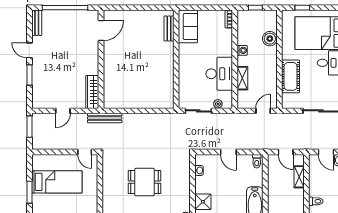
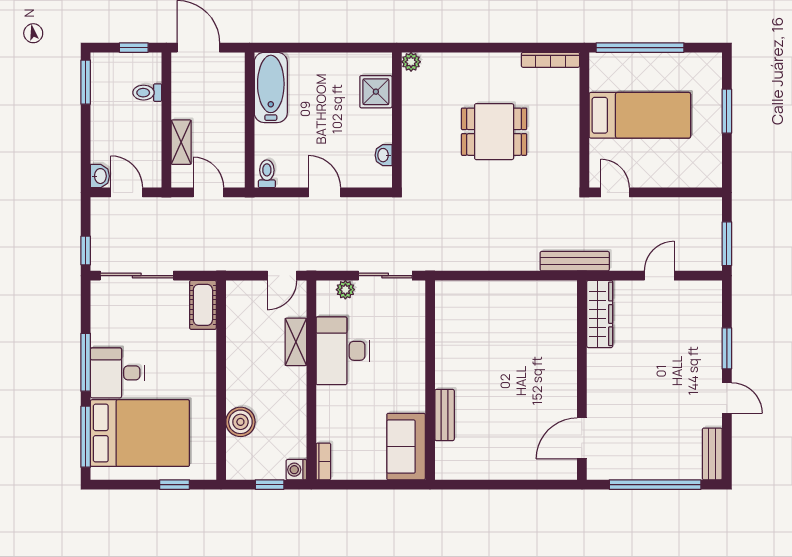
bench: (169, 28) -> (445, 415), moved
washing machine: (242, 50) -> (296, 470), moved
cot: (291, 76) -> (203, 305), moved, width x0.73, depth x0.75
door: (263, 111) -> (282, 276), moved
bed: (57, 182) -> (640, 115), moved, turned 180

